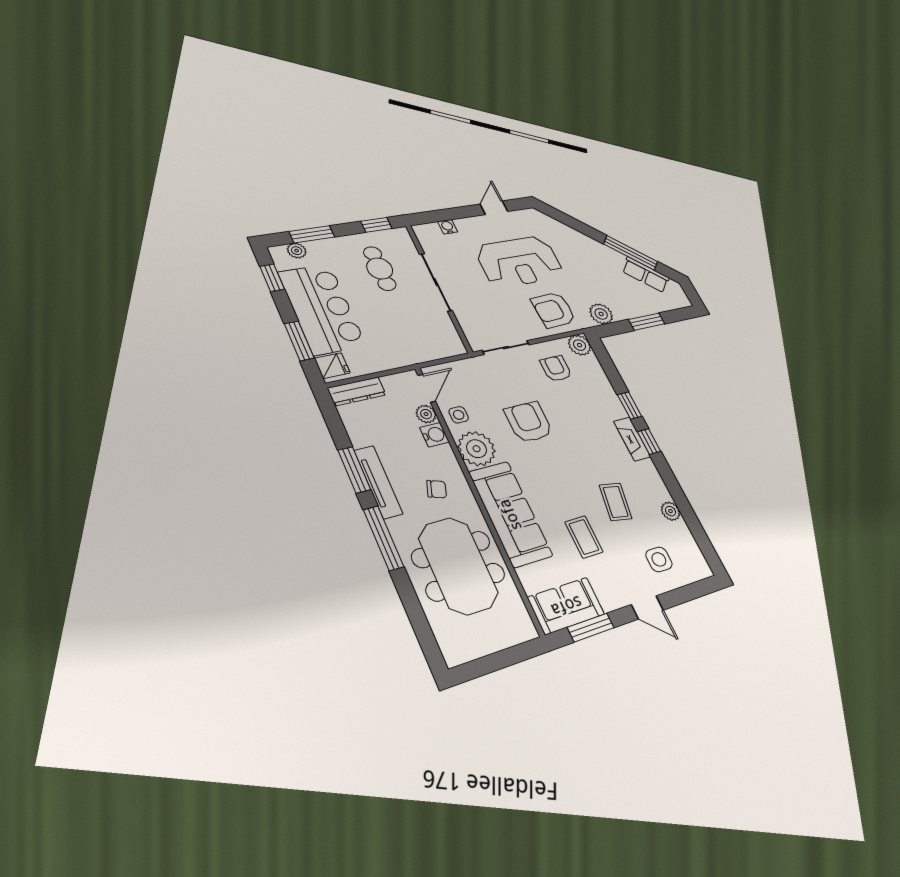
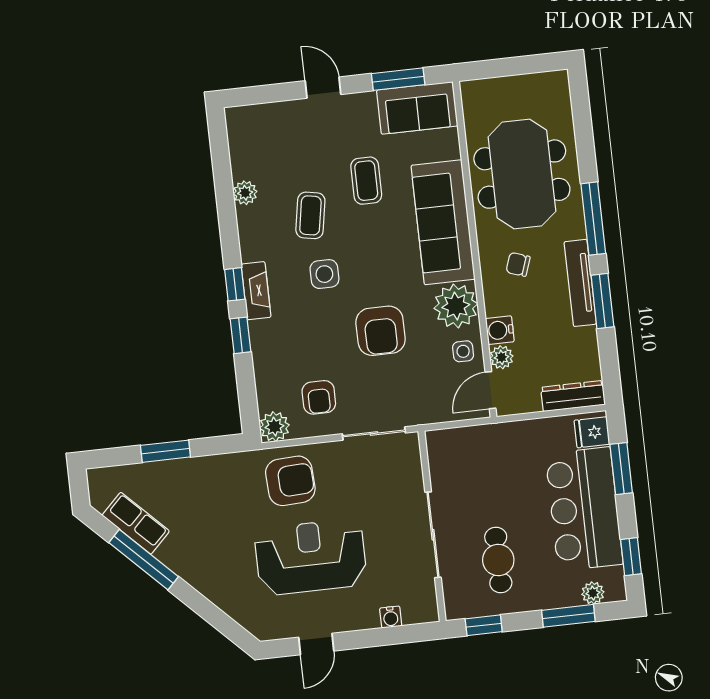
plant: (601, 314) -> (226, 469), removed
side table: (659, 559) -> (324, 274), moved

